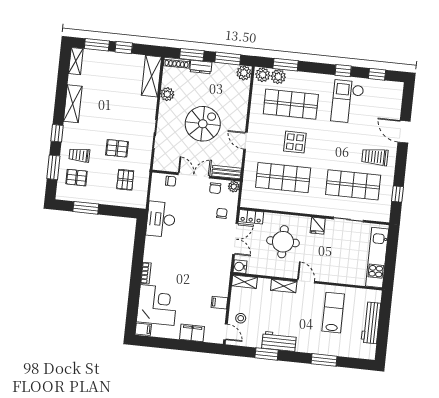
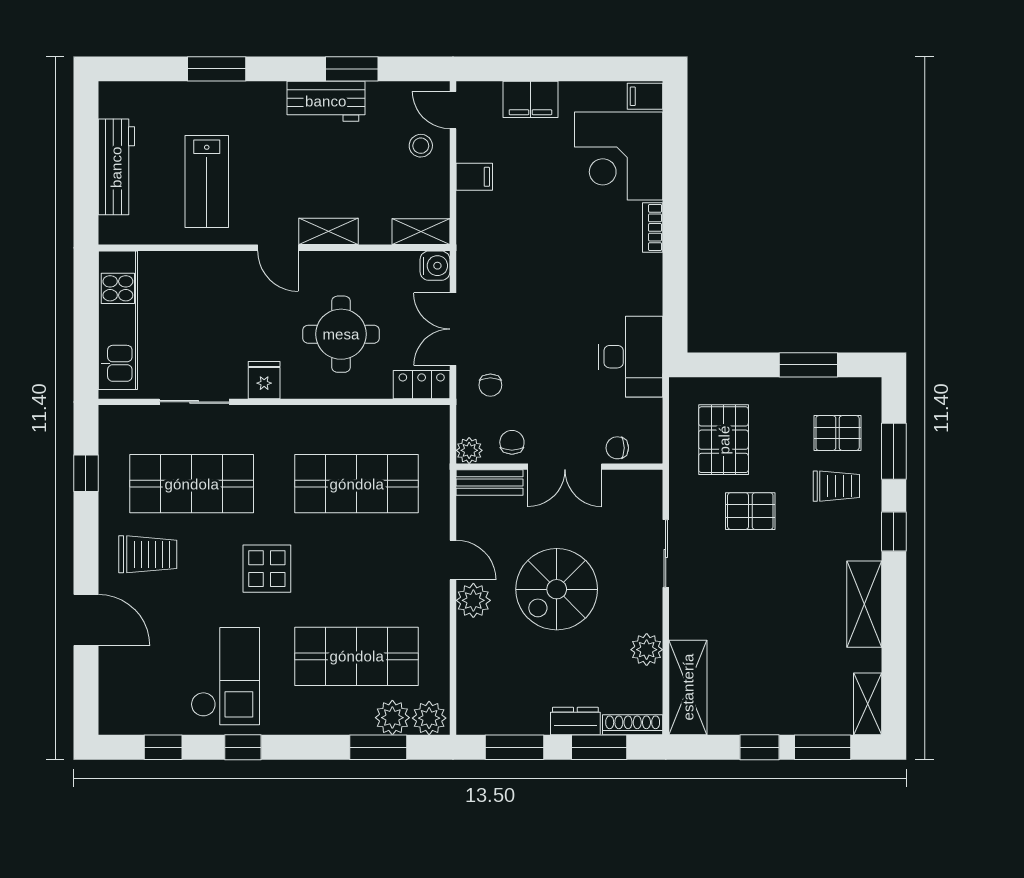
plant: (244, 73) -> (473, 600), moved
display table: (295, 142) -> (267, 569), moved
pallet: (125, 180) -> (724, 440), width x1.50, depth x1.42

